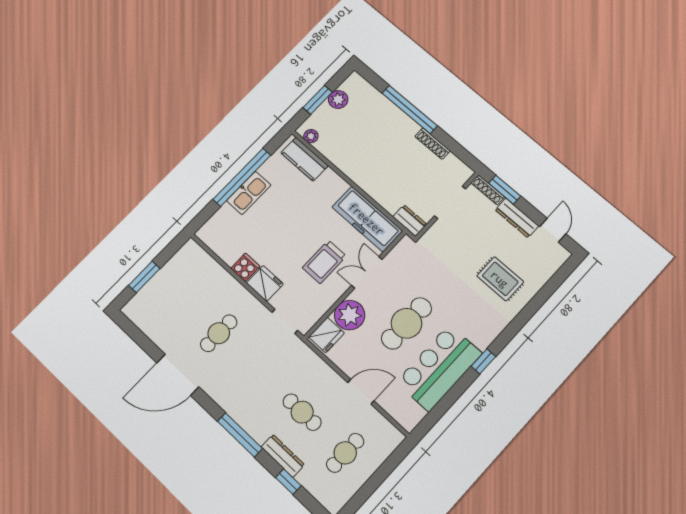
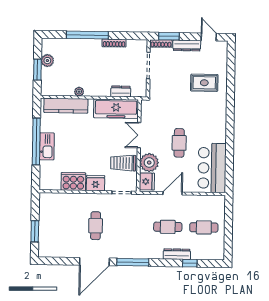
plant: (311, 136) -> (79, 92), moved
kitchen counter: (305, 159) -> (66, 106), width x1.50
dresser: (410, 221) -> (121, 91), moved
trolley: (324, 262) -> (123, 163), moved, turned 90
cooker: (245, 267) -> (73, 182), width x1.87, depth x1.31
cafe table: (406, 323) -> (179, 143), width x0.73, depth x0.74
window: (483, 361) -> (230, 129), removed
bar counter: (439, 368) -> (212, 168), moved
door: (361, 392) -> (173, 193), moved
window: (240, 435) -> (133, 262), moved
cafe table: (345, 453) -> (204, 227), turned 90

